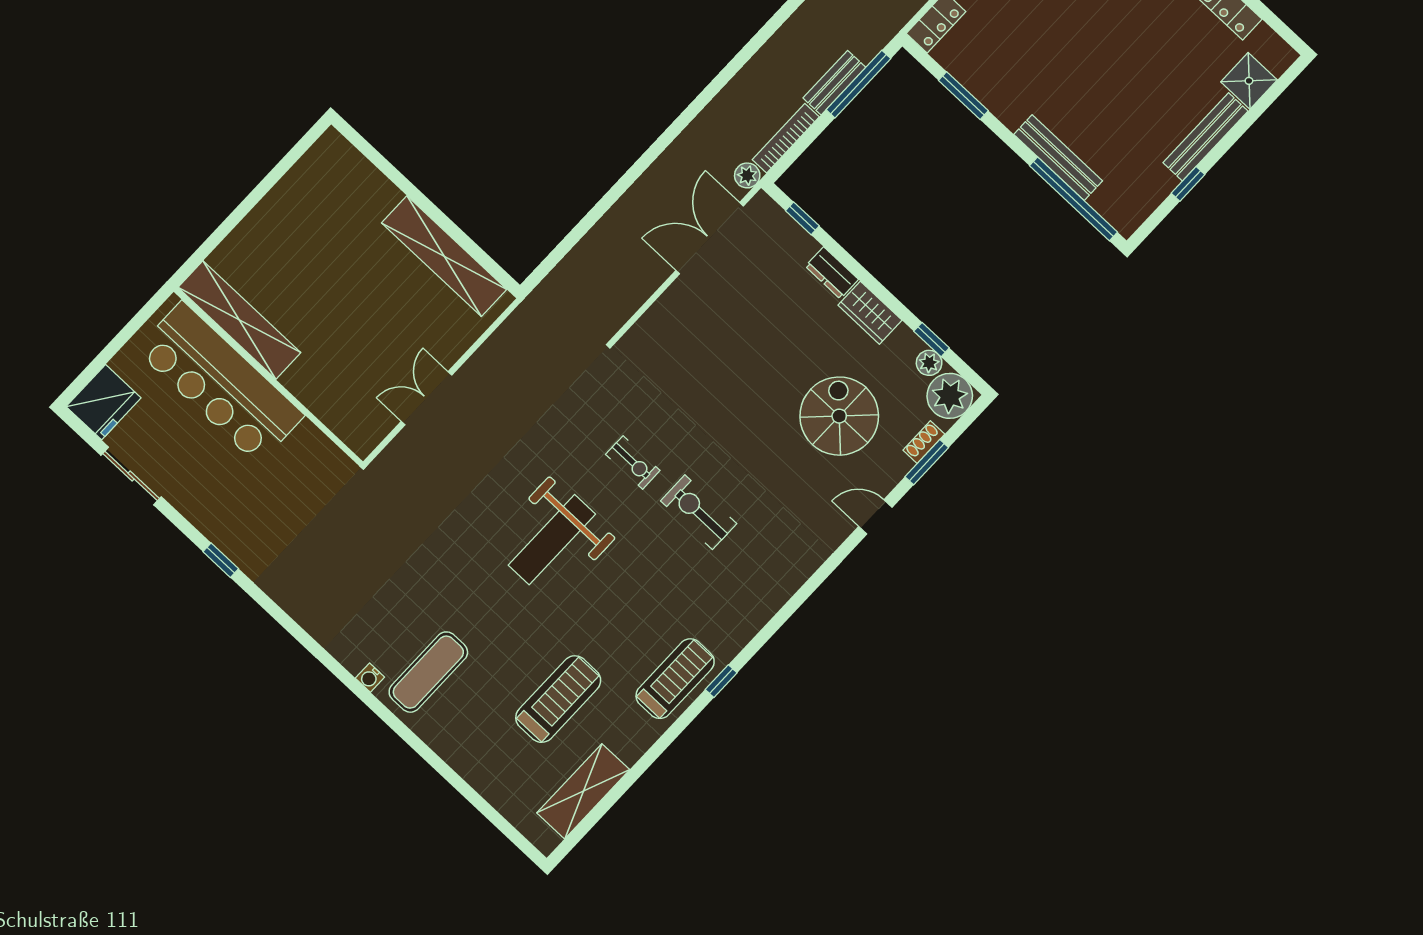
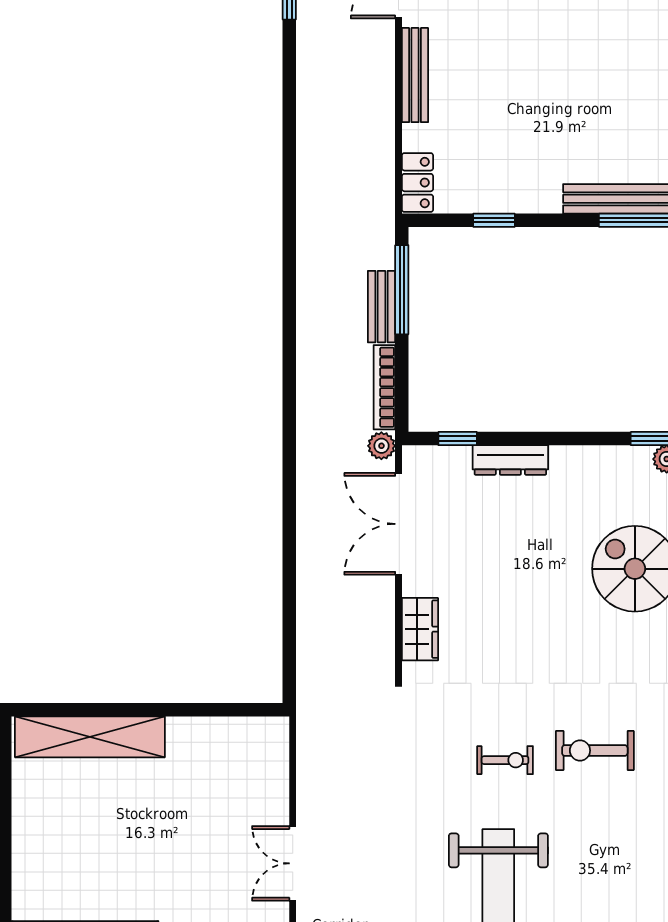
window: (963, 96) -> (494, 220), width x0.67
shelving: (444, 256) -> (90, 737), moved
dresser: (832, 273) -> (510, 460), width x1.44
wardrobe: (870, 313) -> (420, 629), moved, turned -90

